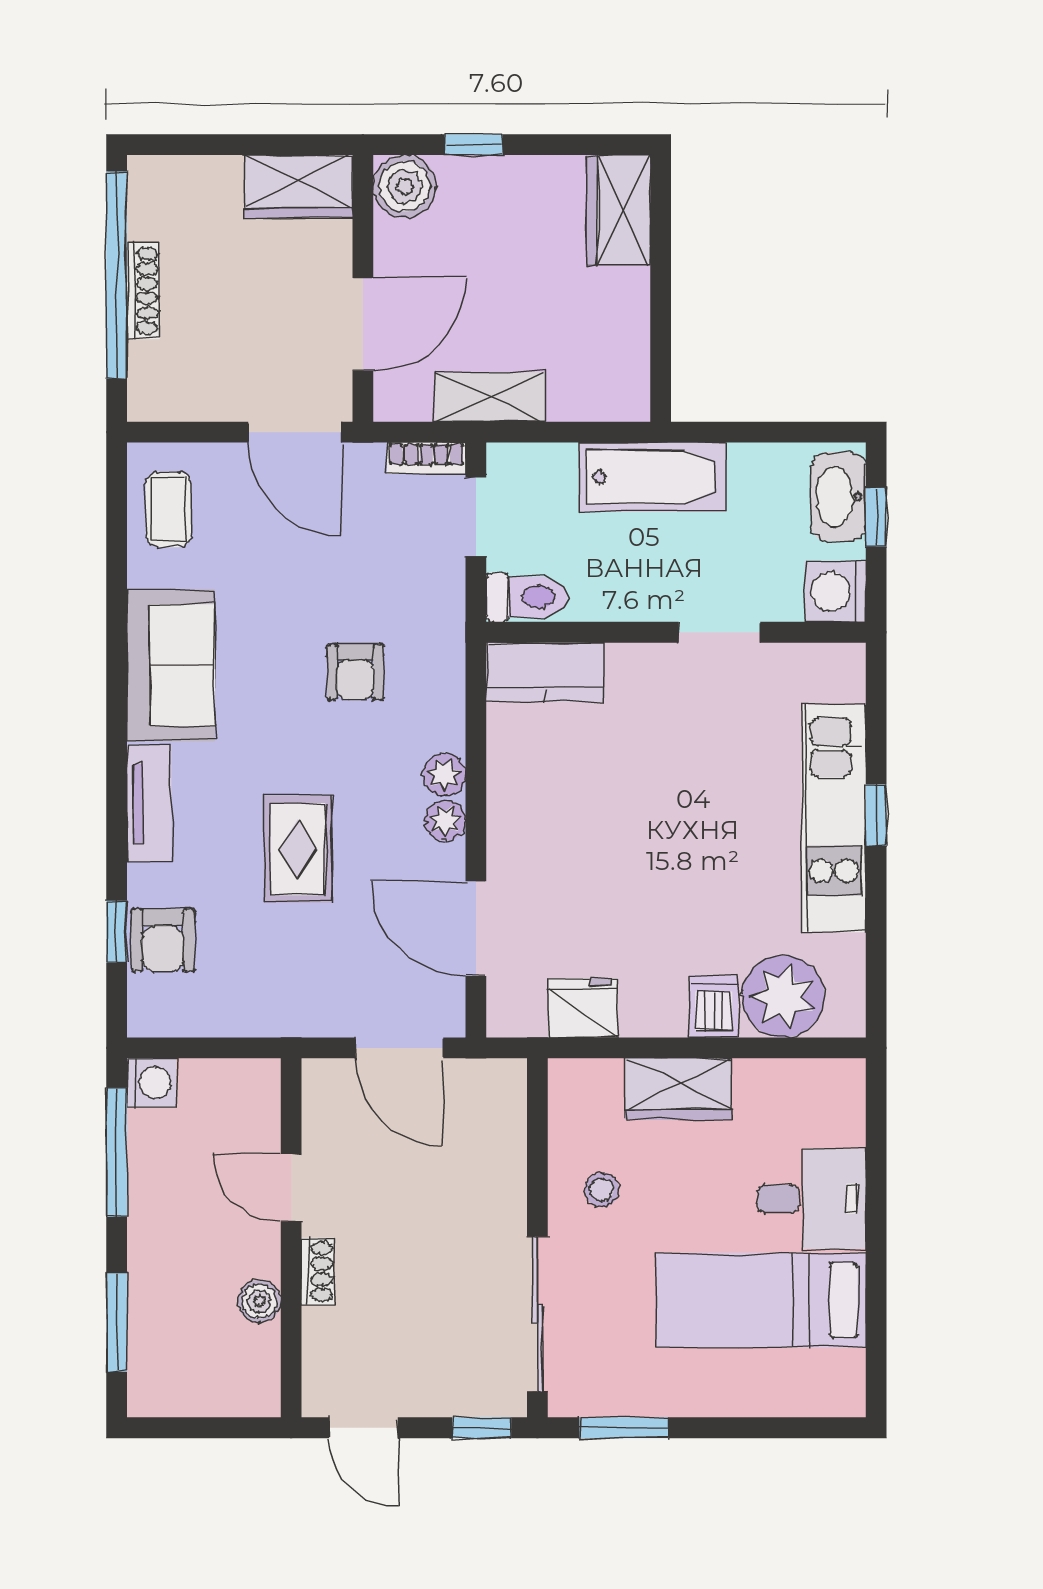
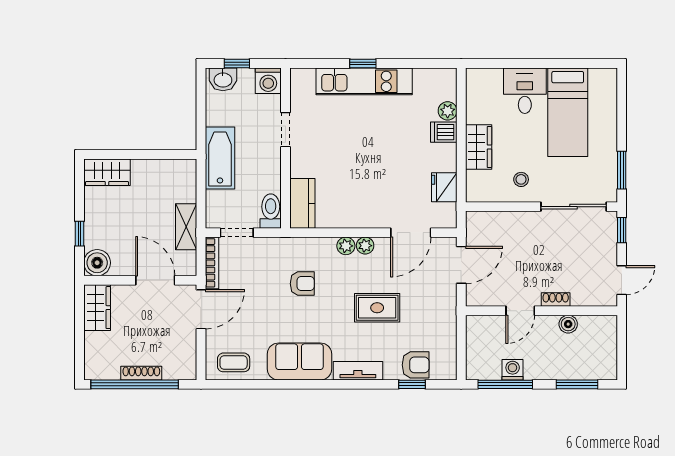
bookcase: (426, 458) -> (212, 263), width x1.56
washbasin: (839, 497) -> (223, 79), width x0.72
plant: (783, 997) -> (448, 111), width x0.53, depth x0.53
washing machine: (151, 1083) -> (513, 370), moved

